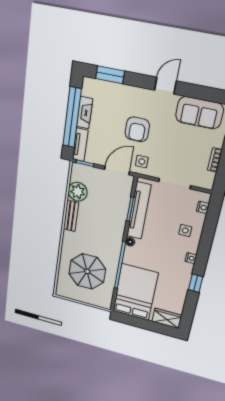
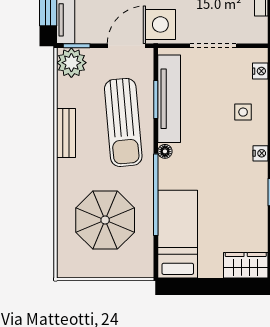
side table: (142, 162) -> (160, 24), width x1.87, depth x1.87
plant: (78, 192) -> (71, 63), moved
sun lounger: (107, 218) -> (123, 122), added
bed: (135, 292) -> (178, 234), width x0.67

